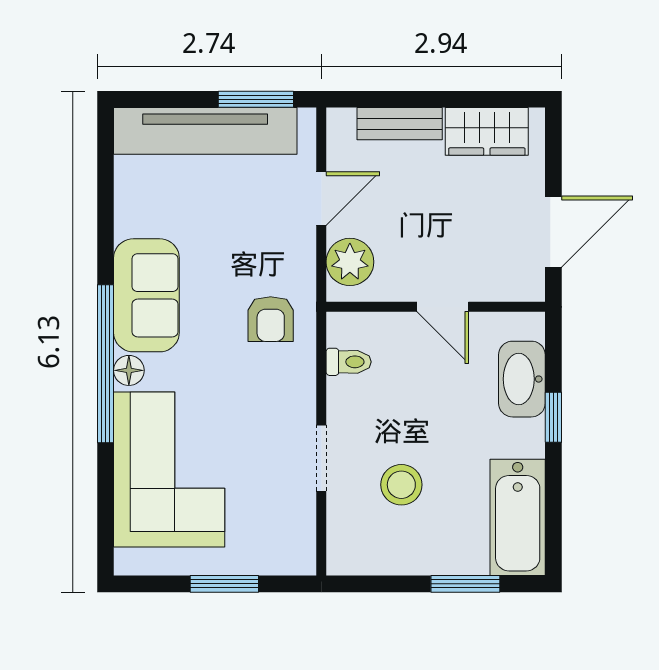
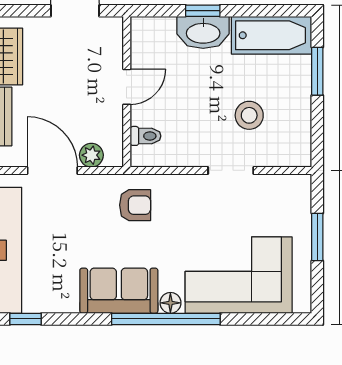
window: (106, 160) -> (25, 319), added
door: (321, 199) -> (52, 170), width x1.38
plant: (350, 262) -> (91, 155), width x0.73, depth x0.73
toilet: (349, 362) -> (146, 136), moved, turned 90
washbasin: (522, 379) -> (203, 32), moved

